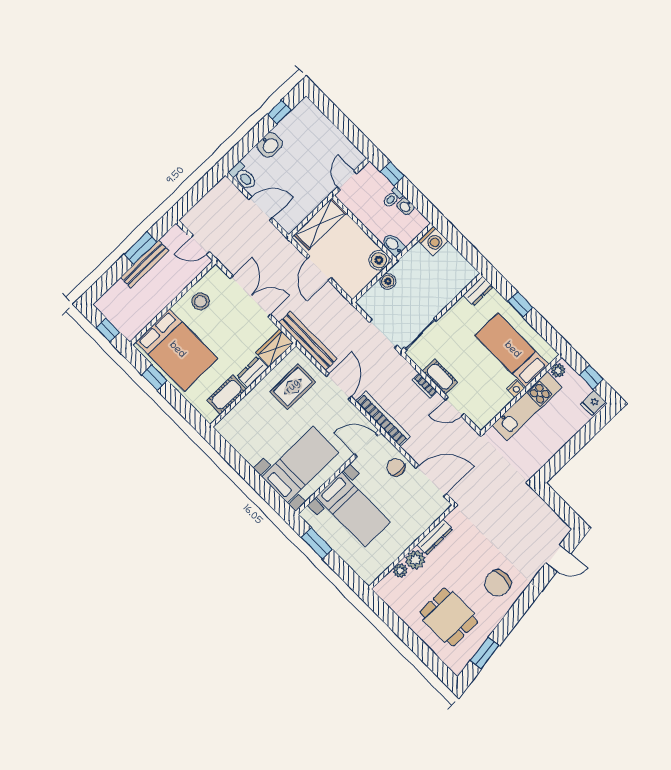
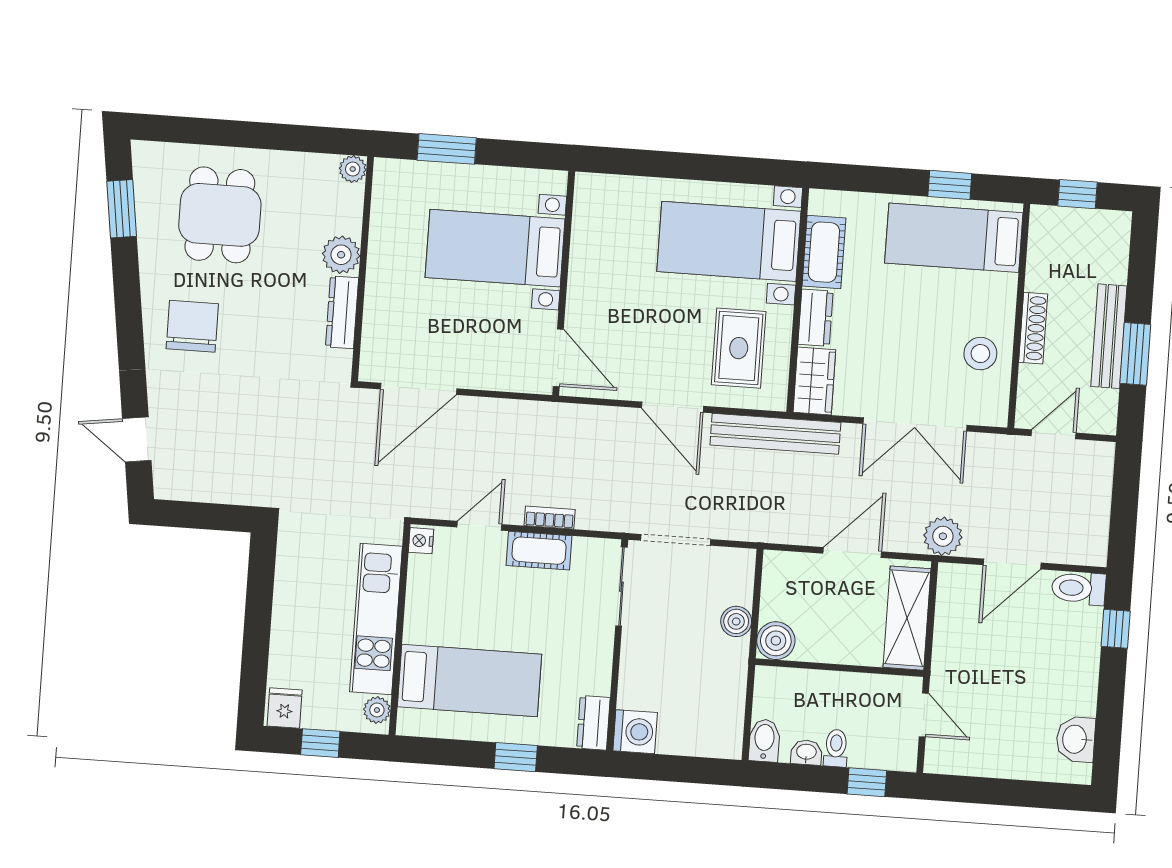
window: (279, 112) -> (1116, 629), moved
washbasin: (270, 145) -> (1076, 739), moved
washing machine: (433, 241) -> (635, 732), moved, turned 180
plant: (278, 243) -> (943, 536), added
bidet: (393, 245) -> (764, 740), moved, turned -90
door: (319, 268) -> (852, 553), hinge flipped
shoe rack: (171, 293) -> (1033, 328), added
bed: (177, 350) -> (954, 238), width x0.67
nightstand: (516, 389) -> (421, 541), moved
bookcase: (383, 419) -> (567, 417), removed
door: (366, 445) -> (558, 358), hinge flipped
bed with nightstands: (300, 465) -> (729, 241), moved, turned 90
chair: (396, 467) -> (487, 364), removed
window: (317, 543) -> (447, 149), moved
door: (558, 558) -> (137, 440), hinge flipped
plant: (400, 571) -> (353, 169), moved
dining table: (449, 617) -> (220, 215), turned 90

